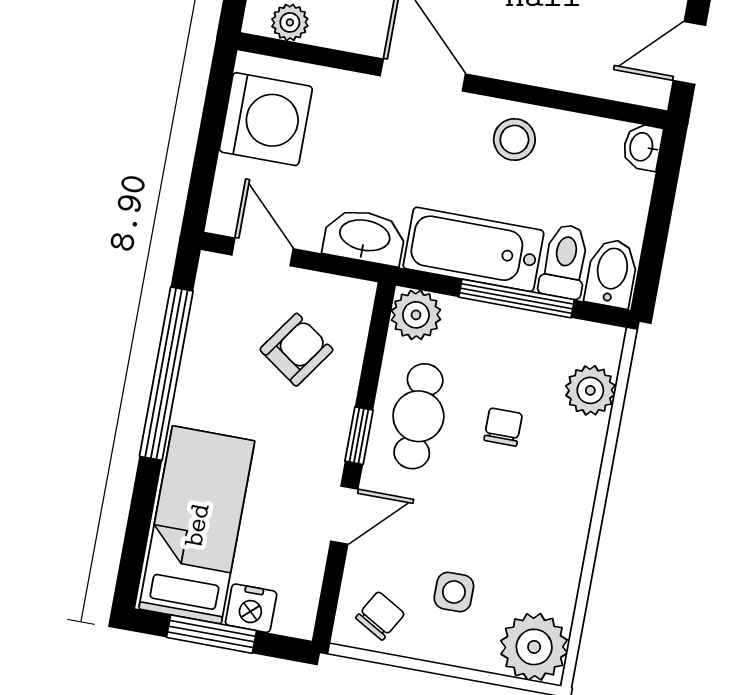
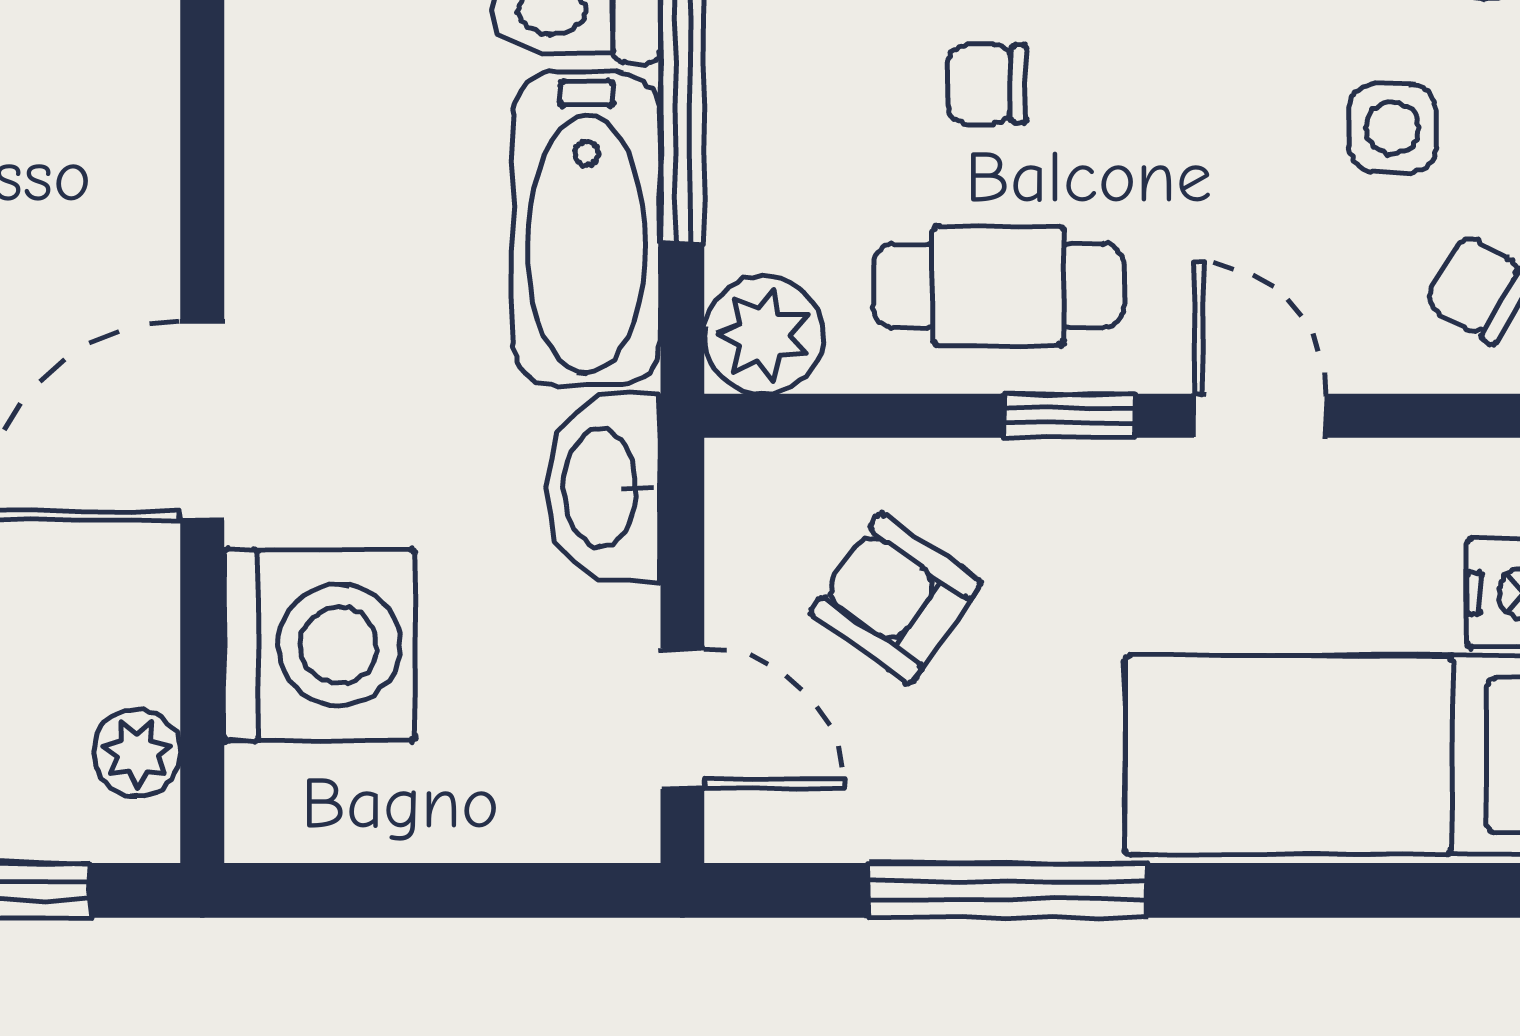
washing machine: (266, 119) -> (320, 645), moved, turned 90
stool: (514, 140) -> (313, 180), removed
door: (263, 252) -> (682, 719), swing flipped
window: (166, 374) -> (1007, 890), width x0.68

